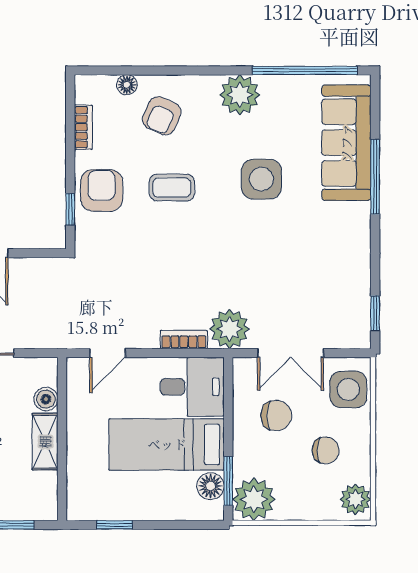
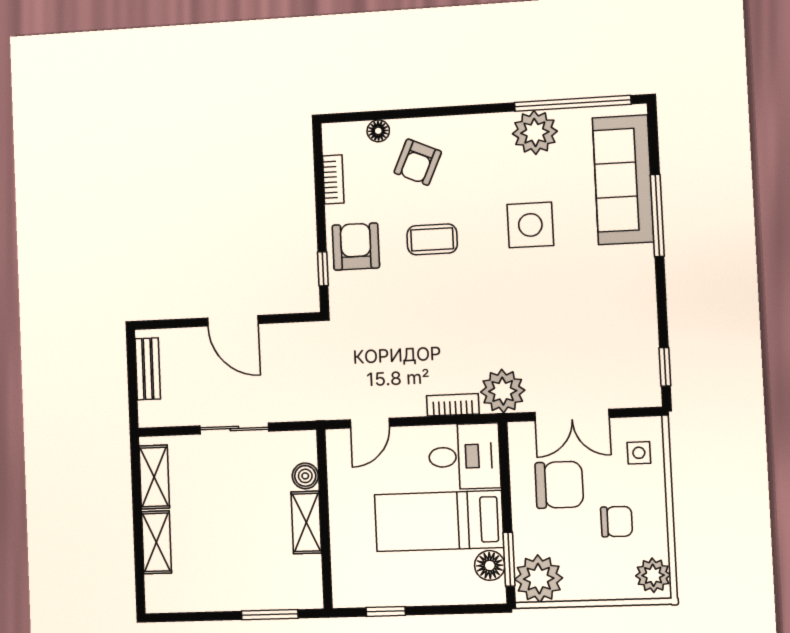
plant: (240, 95) -> (535, 132), moved
side table: (348, 389) -> (639, 453), width x0.54, depth x0.54
chair: (276, 416) -> (559, 485), width x1.37, depth x1.37

